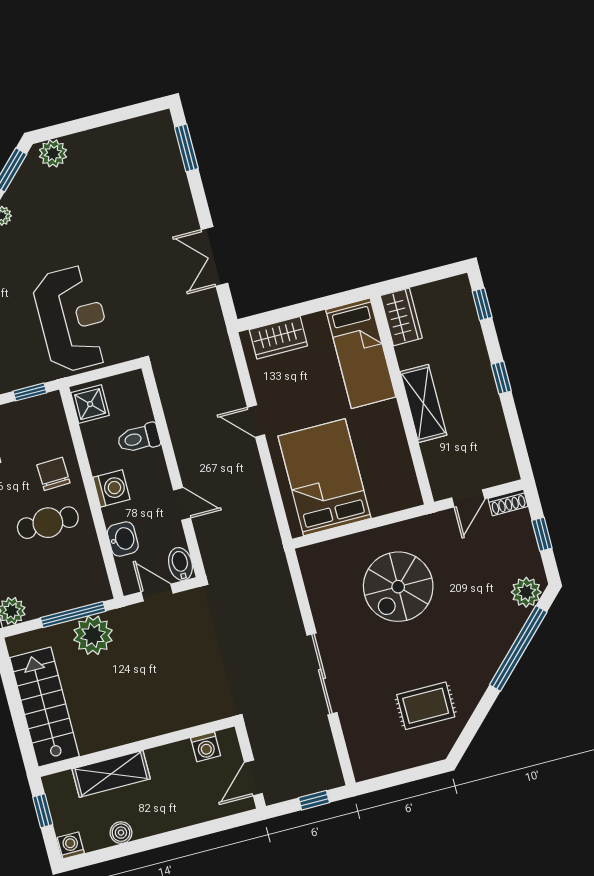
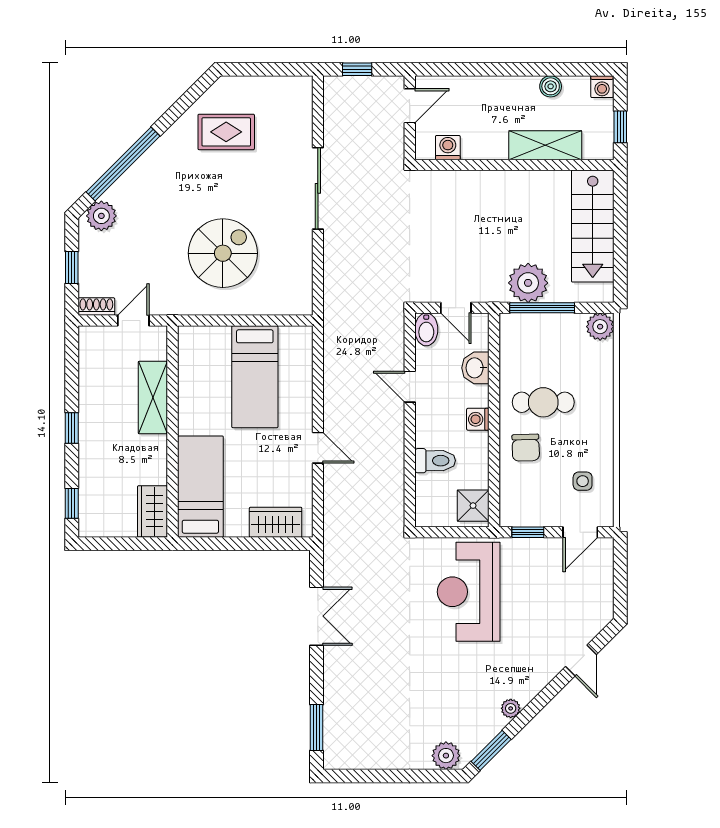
shelving: (423, 403) -> (153, 398), moved
bed: (324, 477) -> (255, 377), width x0.67
washing machine: (111, 488) -> (478, 419), width x0.73, depth x0.73

